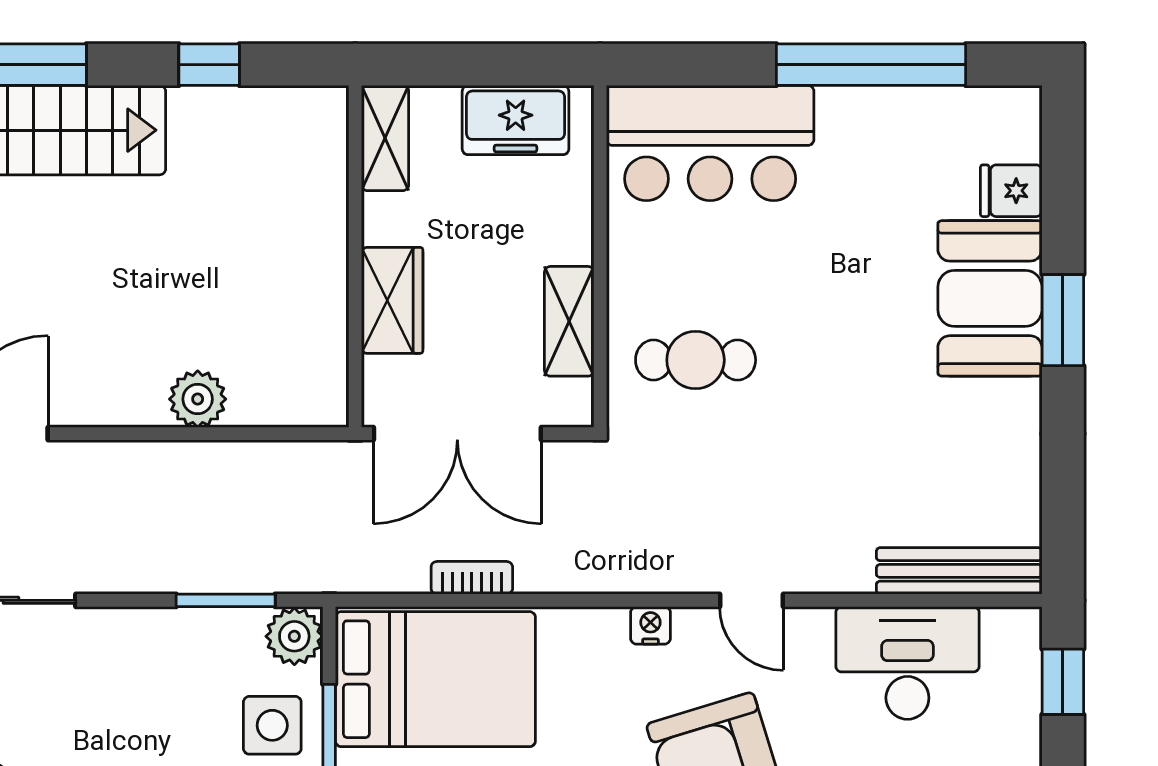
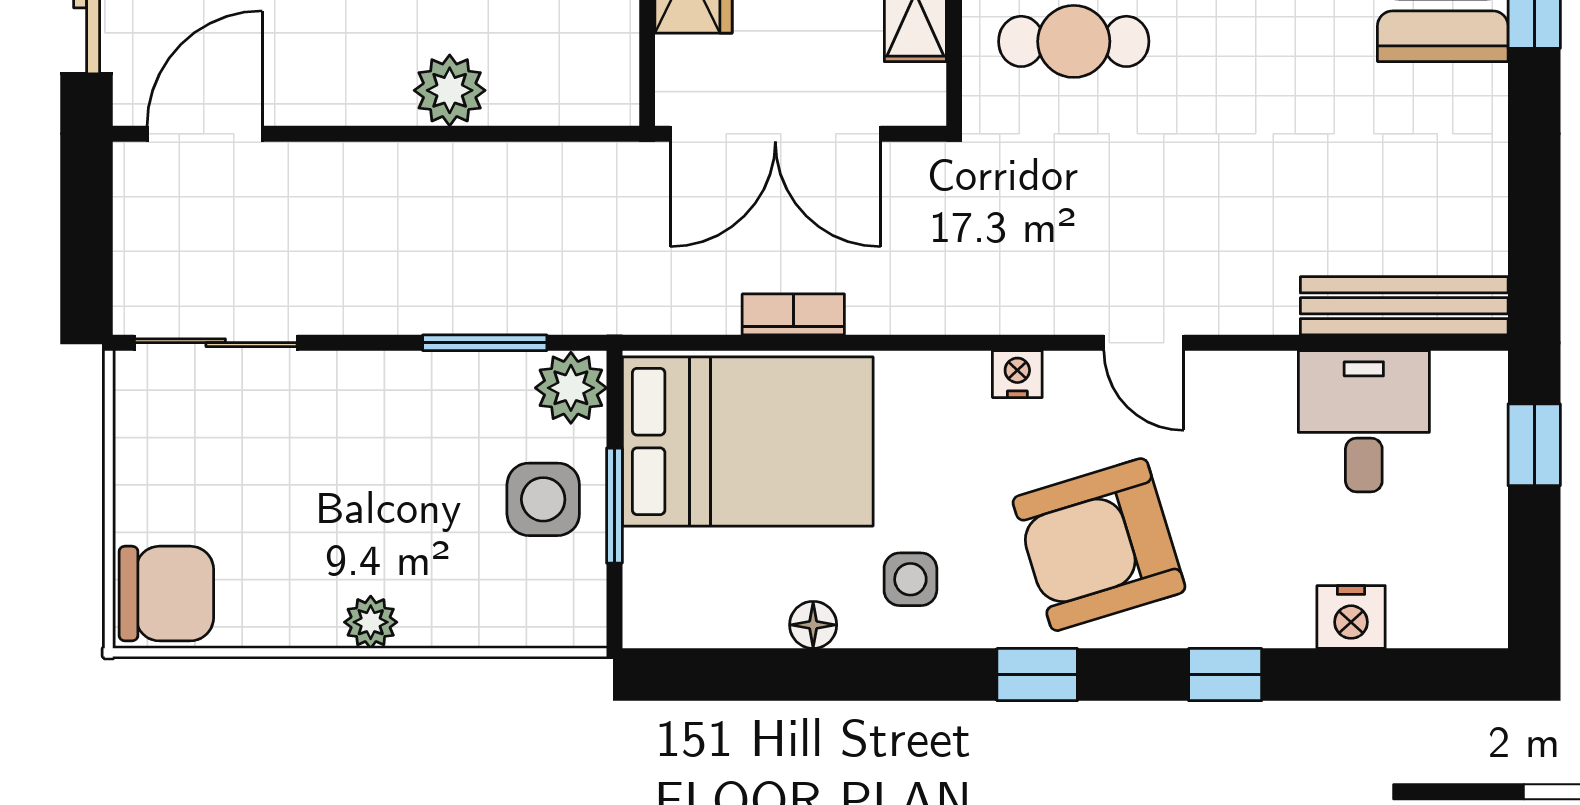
desk: (907, 663) -> (1364, 421), width x0.73

